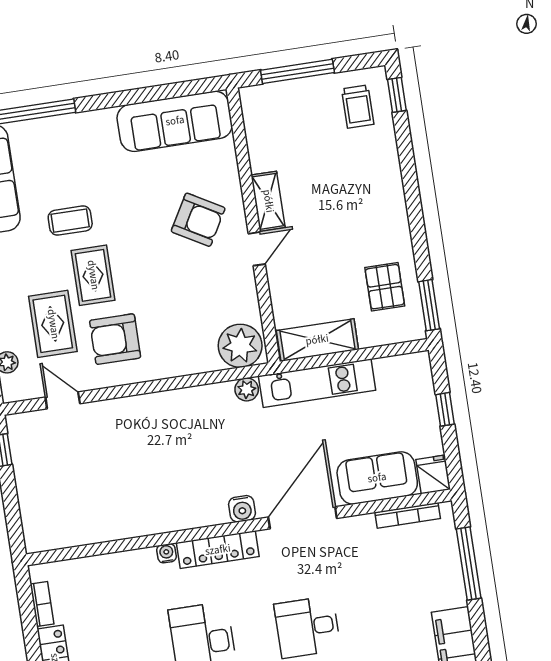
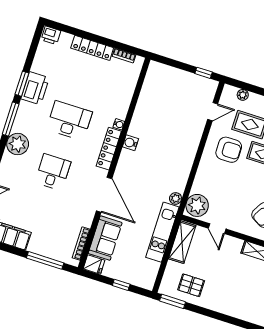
door: (257, 249) -> (217, 229), moved
armchair: (115, 339) -> (229, 150), turned 90
water cooler: (242, 509) -> (130, 143), moved

